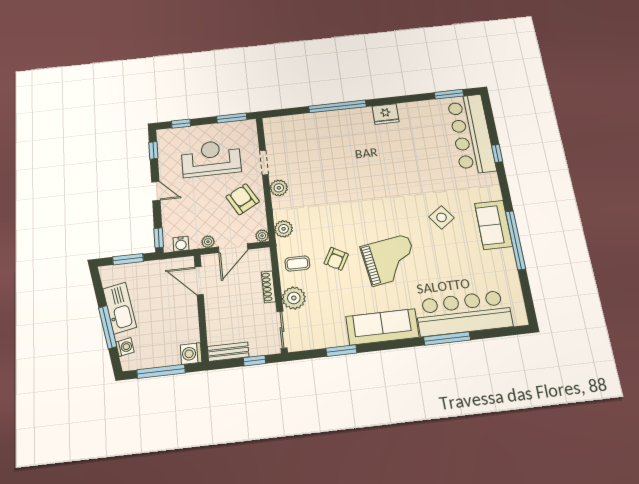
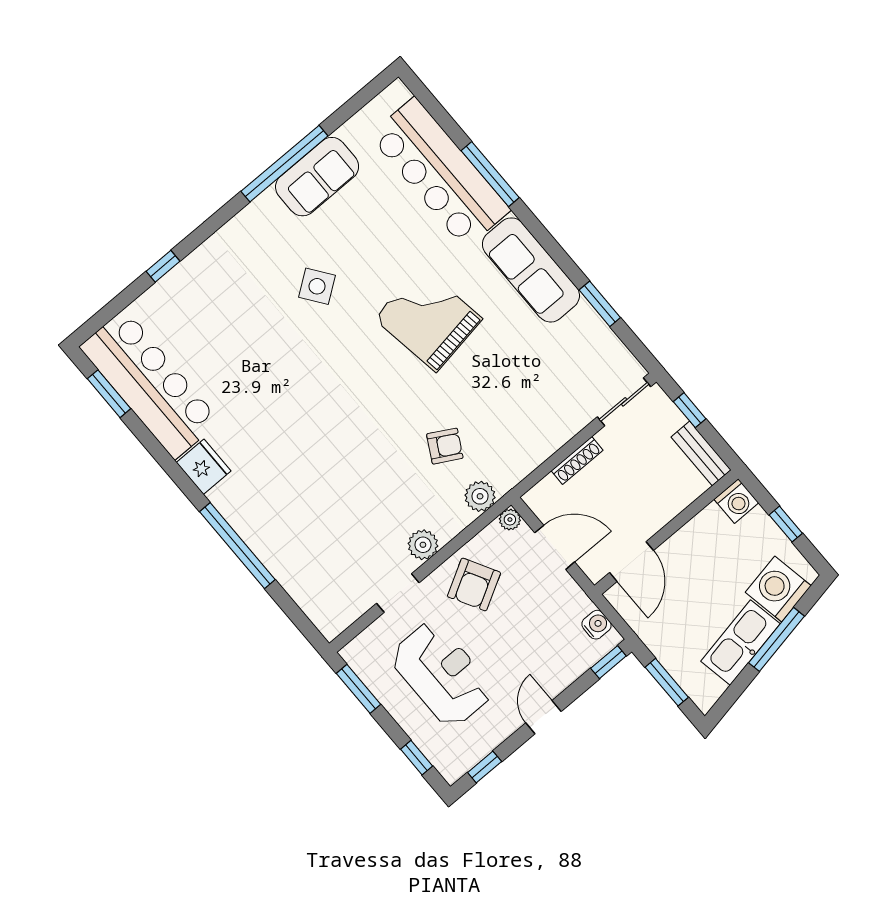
bar counter: (471, 134) -> (150, 384), moved, turned -90
reception desk: (211, 158) -> (442, 674), turned 180
sofa: (493, 225) -> (317, 177), moved
plant: (208, 242) -> (568, 589), removed
armchair: (336, 259) -> (445, 446), moved
coffee table: (297, 264) -> (518, 443), removed
plant: (294, 298) -> (570, 415), removed
washing machine: (125, 347) -> (778, 589), width x1.89, depth x1.89
window: (161, 371) -> (786, 524), width x0.46

